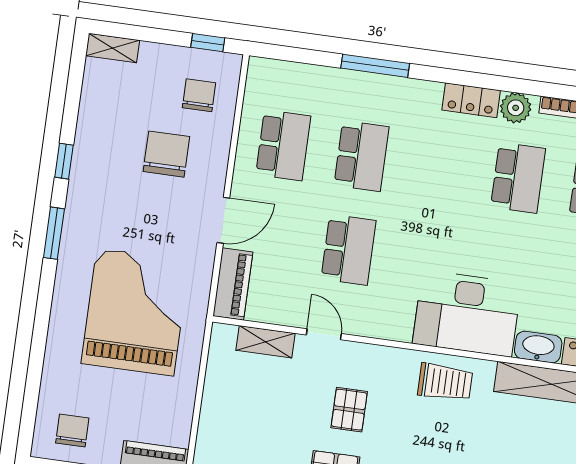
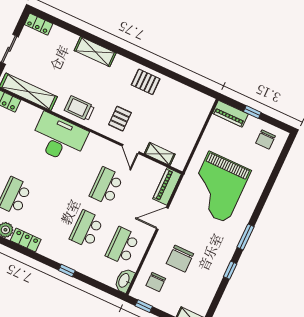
window: (375, 66) -> (67, 270), width x0.46
washbasin: (538, 347) -> (124, 281), moved, turned 90
pallet: (349, 410) -> (120, 119), moved

